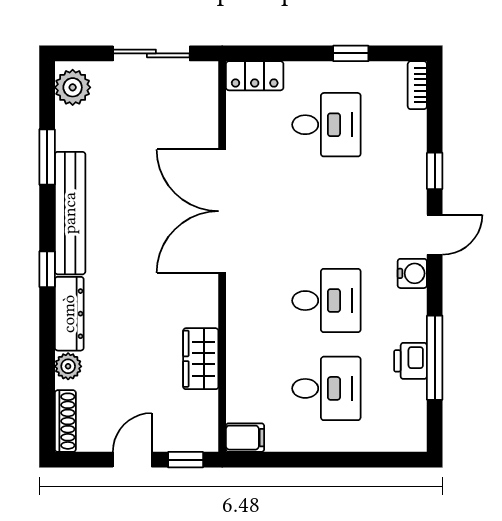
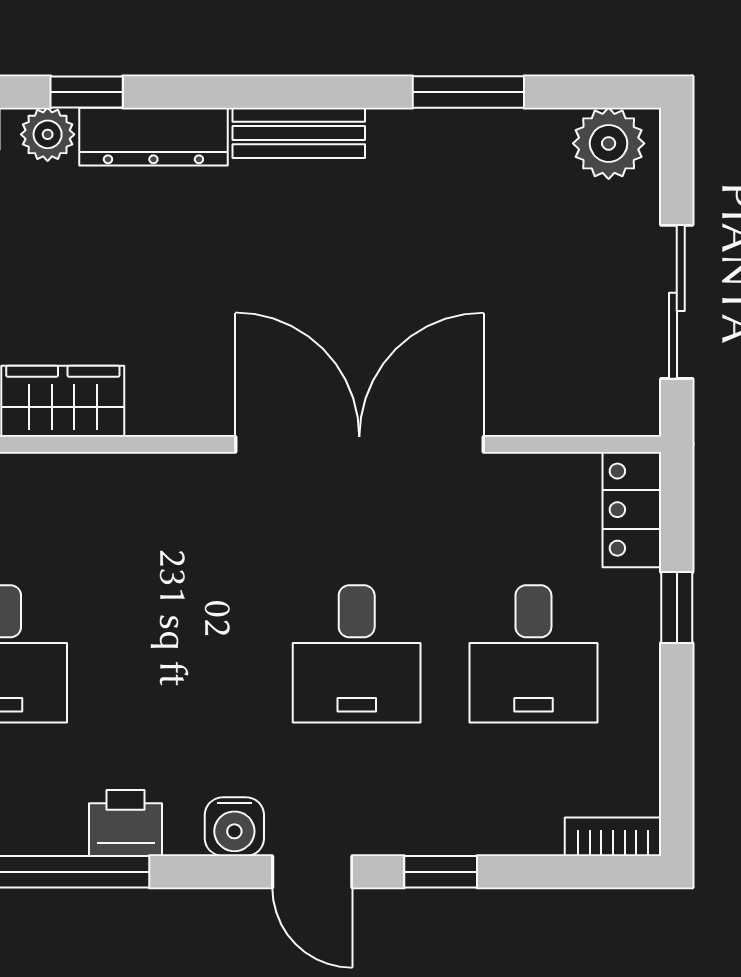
window: (351, 53) -> (677, 608), moved
bench: (70, 213) -> (299, 133), width x0.54, depth x0.82
window: (47, 269) -> (87, 92), moved
desk: (326, 301) -> (357, 654), moved
printer: (410, 361) -> (126, 823), moved

